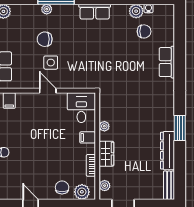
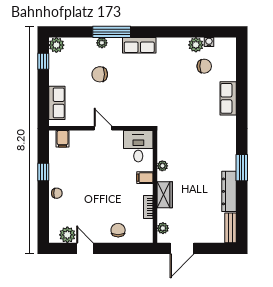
row of seats: (95, 12) -> (139, 45), moved
side table: (51, 63) -> (106, 99), removed
plant: (82, 192) -> (67, 235), moved

